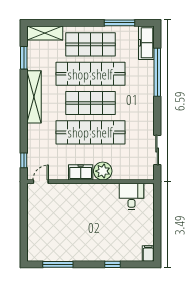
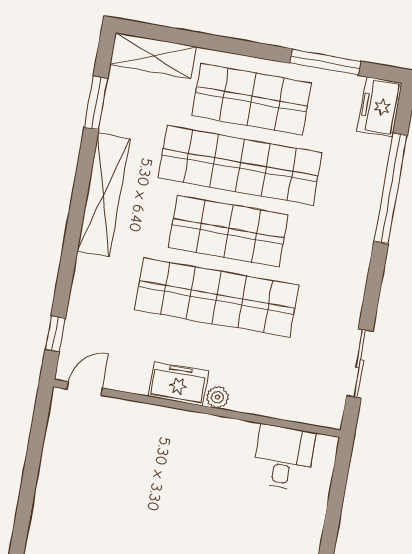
freezer: (146, 43) -> (380, 107), width x0.71
plant: (103, 171) -> (217, 397), width x0.53, depth x0.53

